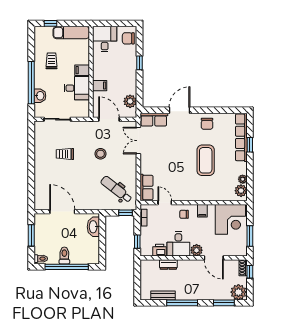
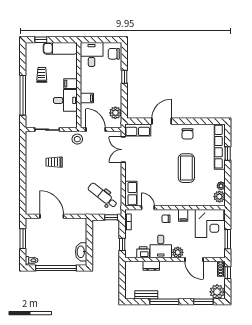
washbasin: (40, 96) -> (31, 108), removed
stool: (101, 154) -> (77, 139), moved
washbasin: (93, 227) -> (81, 252), moved
toilet: (64, 256) -> (54, 257), removed

